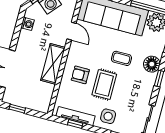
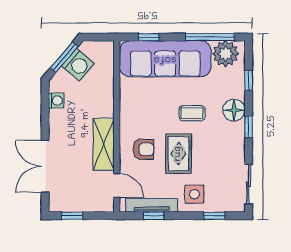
door: (72, 31) -> (117, 185), moved
armchair: (80, 75) -> (144, 149), turned 180

